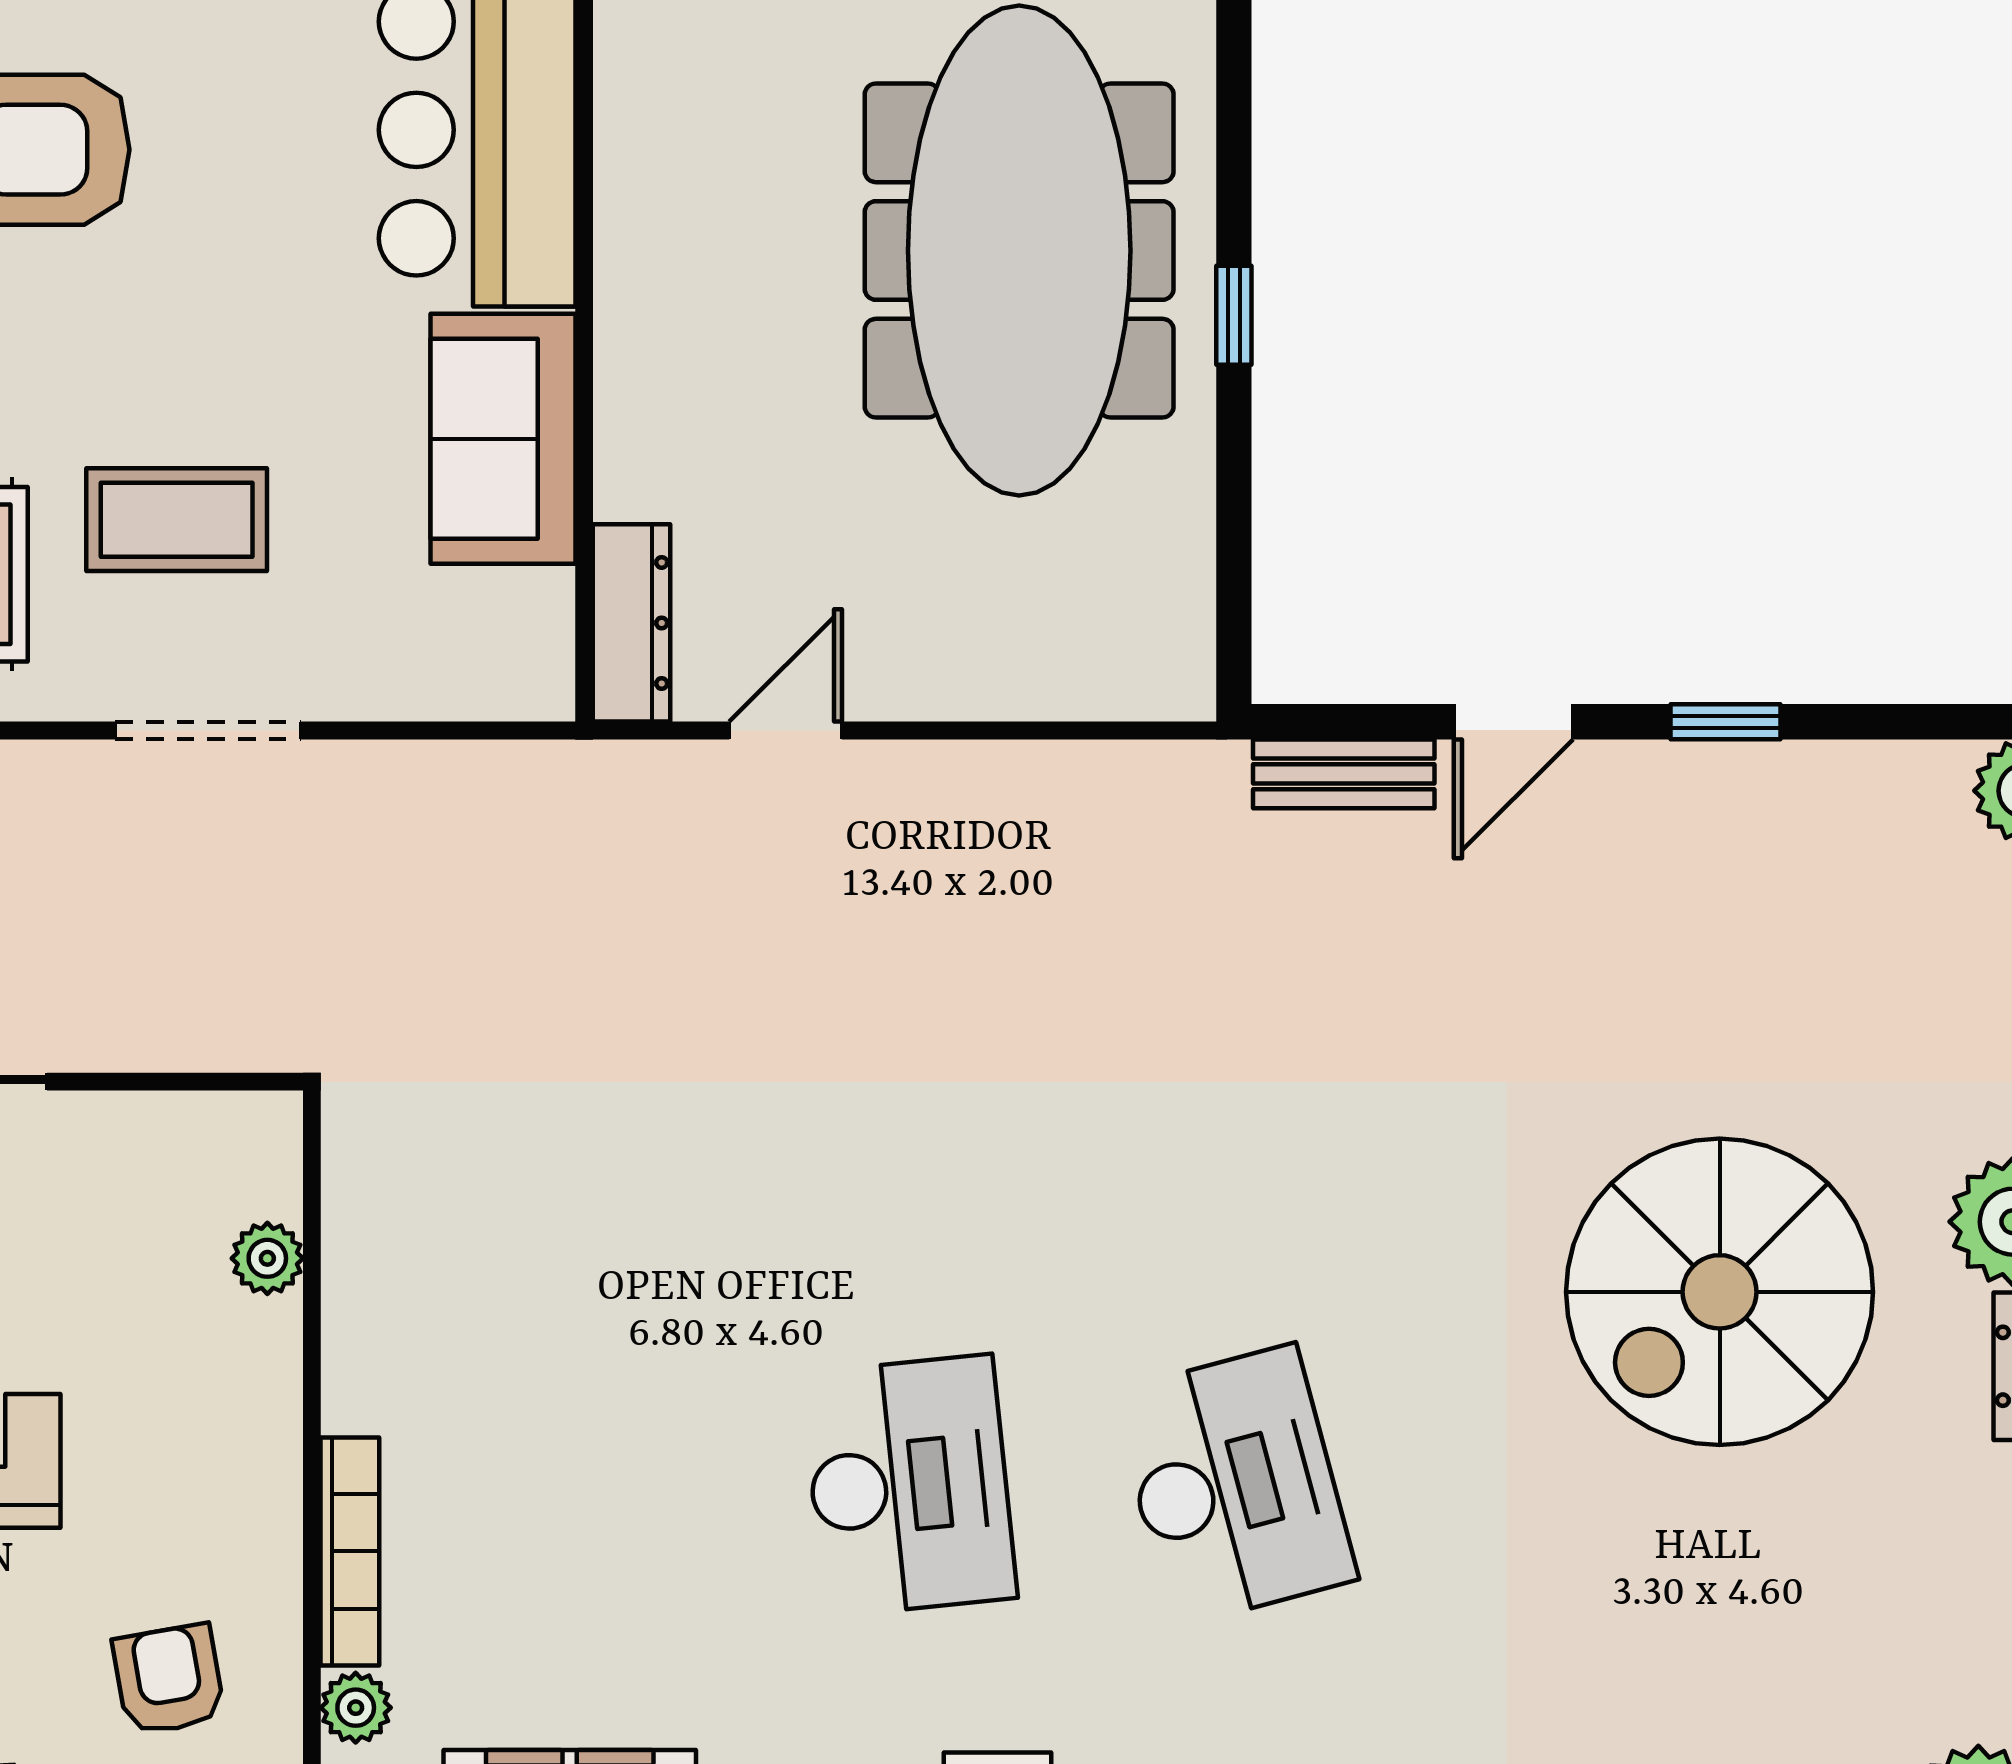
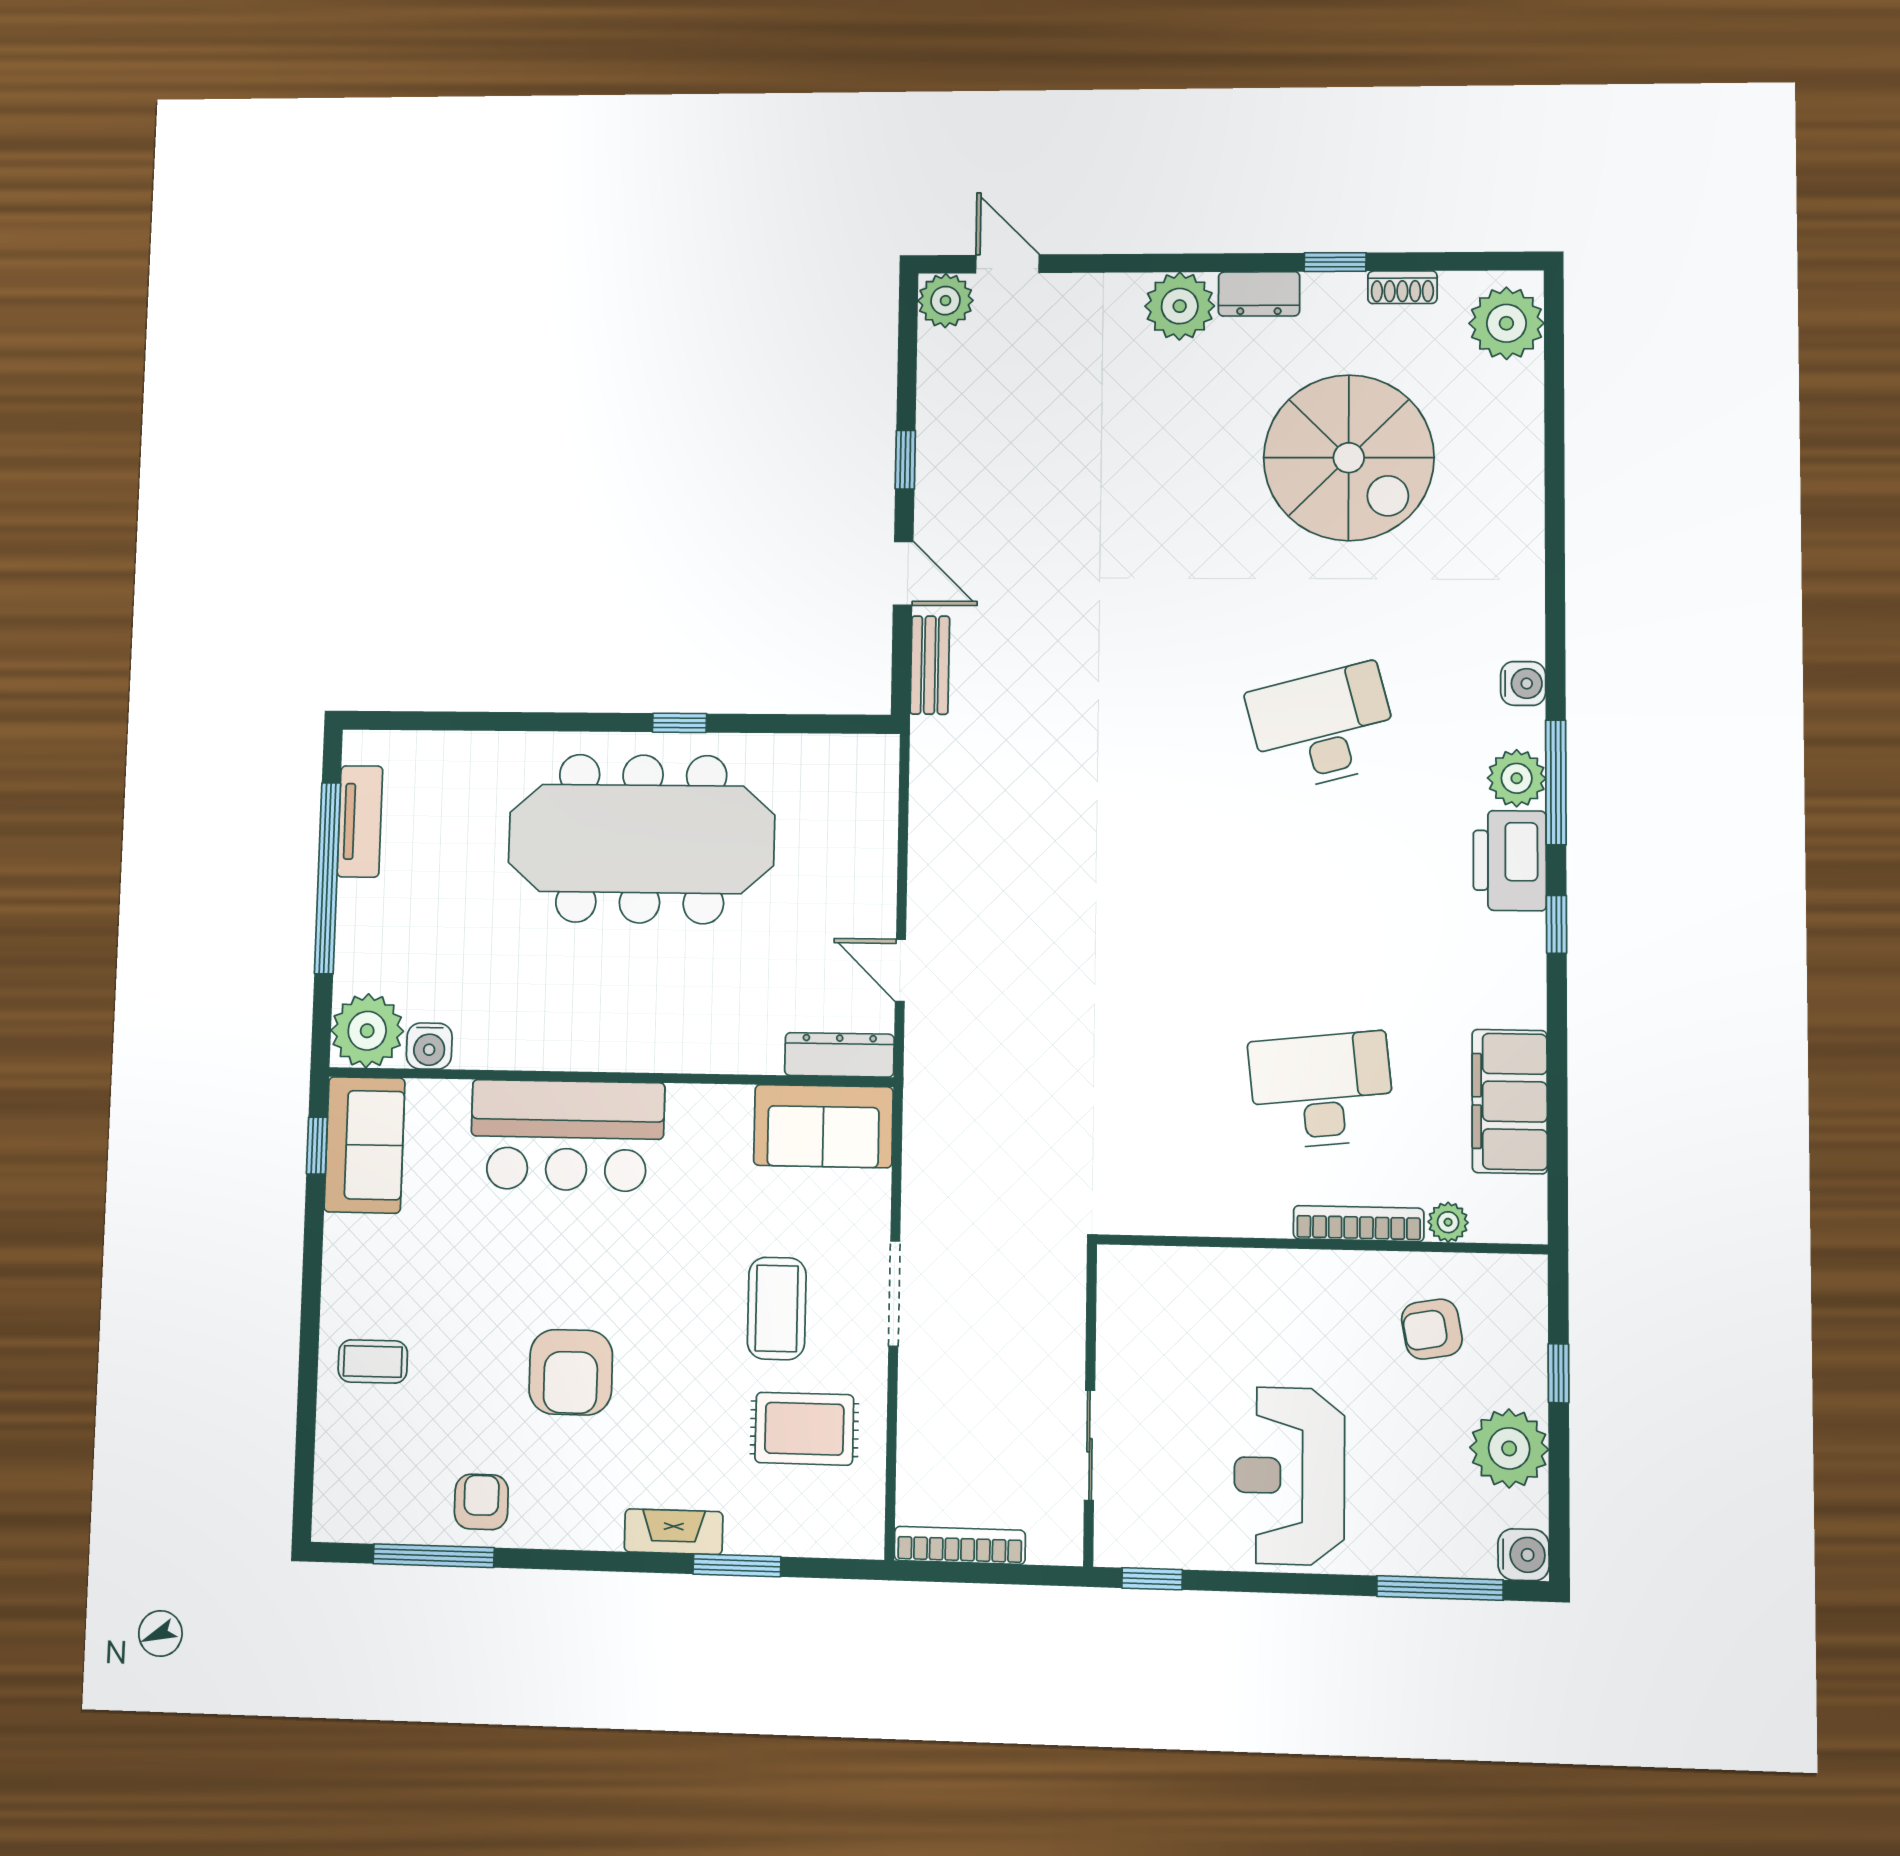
sofa: (503, 439) -> (823, 1126), moved
plant: (267, 1258) -> (1192, 1267), removed
spiral stairs: (1720, 1292) -> (1349, 458), moved
desk: (909, 1486) -> (1322, 1090), moved

